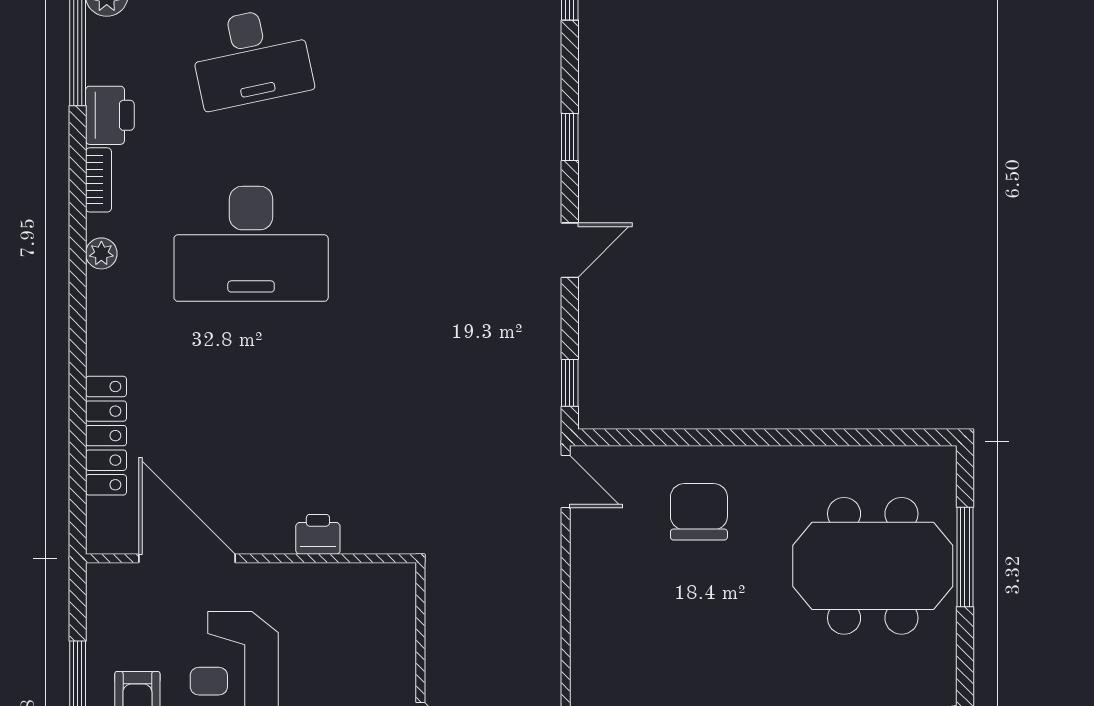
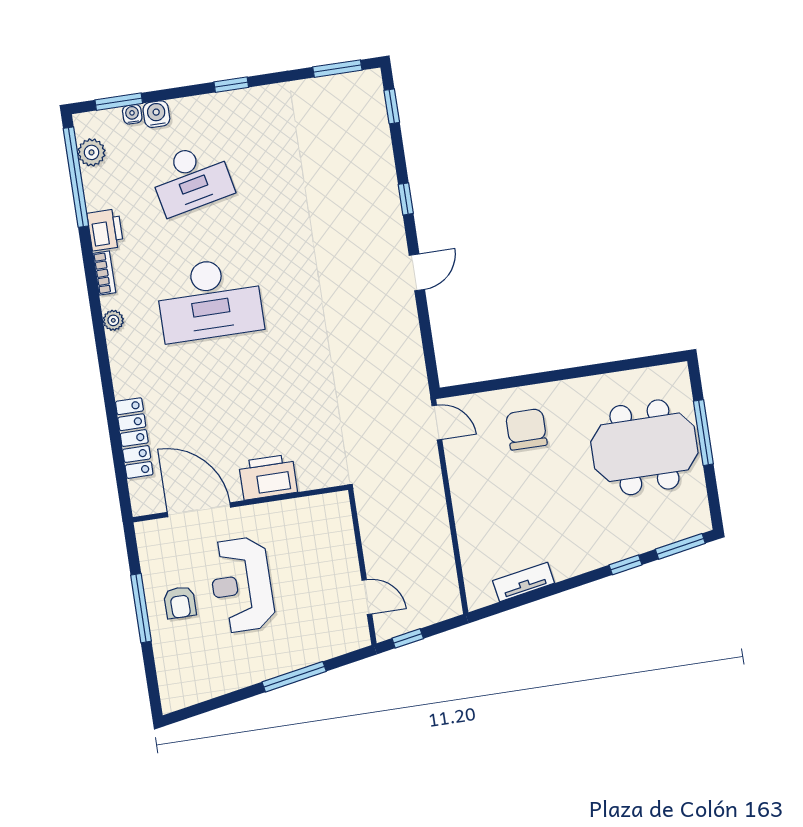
window: (570, 383) -> (430, 358), removed
printer: (318, 534) -> (268, 477), width x1.87, depth x1.48

